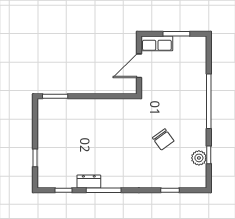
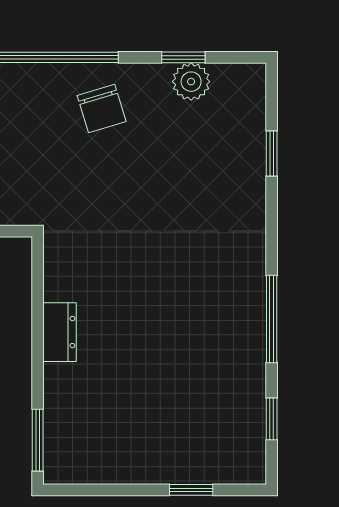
chair: (163, 139) -> (102, 109), moved, turned 109
dresser: (89, 181) -> (60, 332), moved, turned 180

